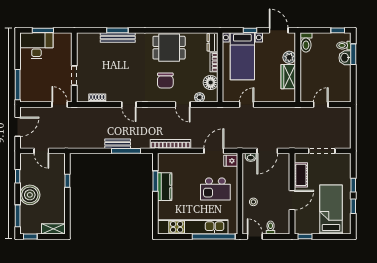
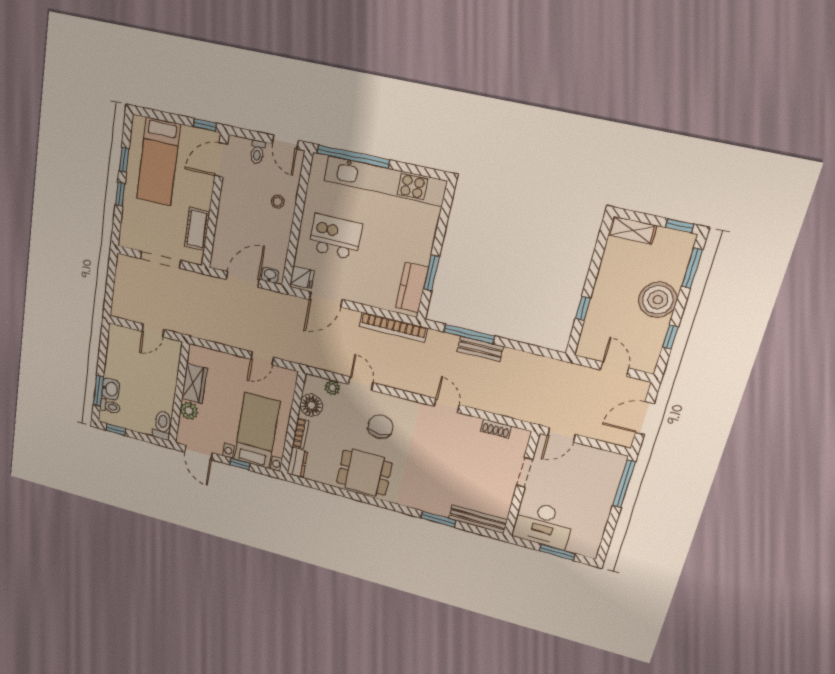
bench: (118, 38) -> (478, 519), moved
desk: (36, 46) -> (543, 525), moved
door: (60, 105) -> (562, 435), hinge flipped
kitchen counter: (165, 187) -> (412, 287), moved
door: (292, 200) -> (221, 160), moved

